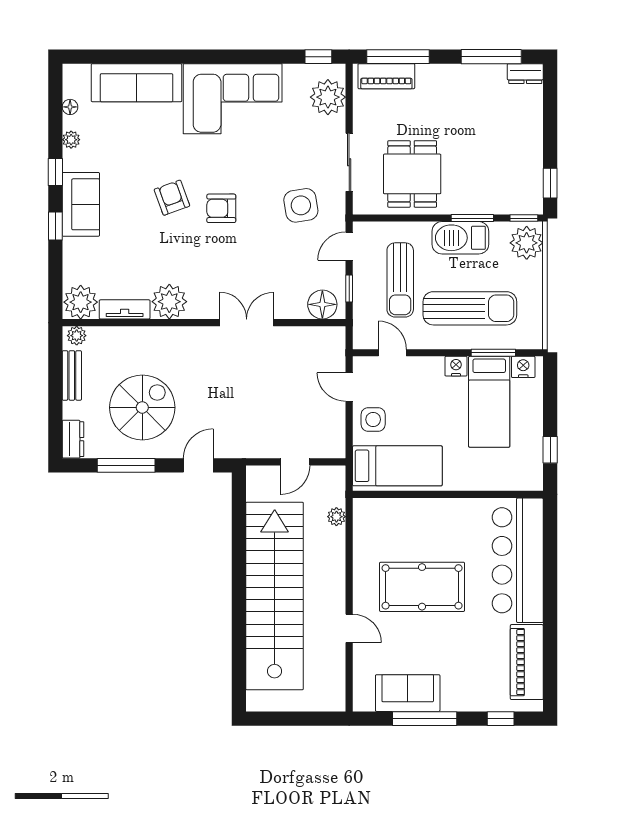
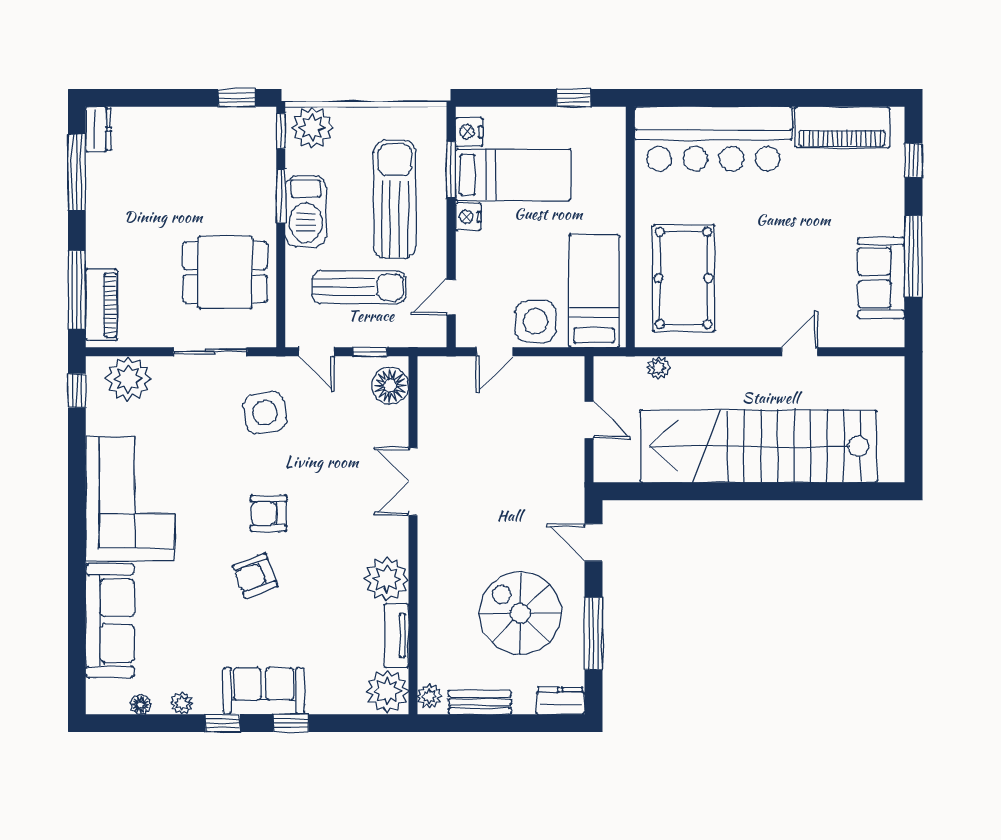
armchair: (221, 208) -> (269, 513), turned 90
side table: (373, 419) -> (535, 321), width x1.37, depth x1.37
pool table: (422, 587) -> (683, 278), moved

